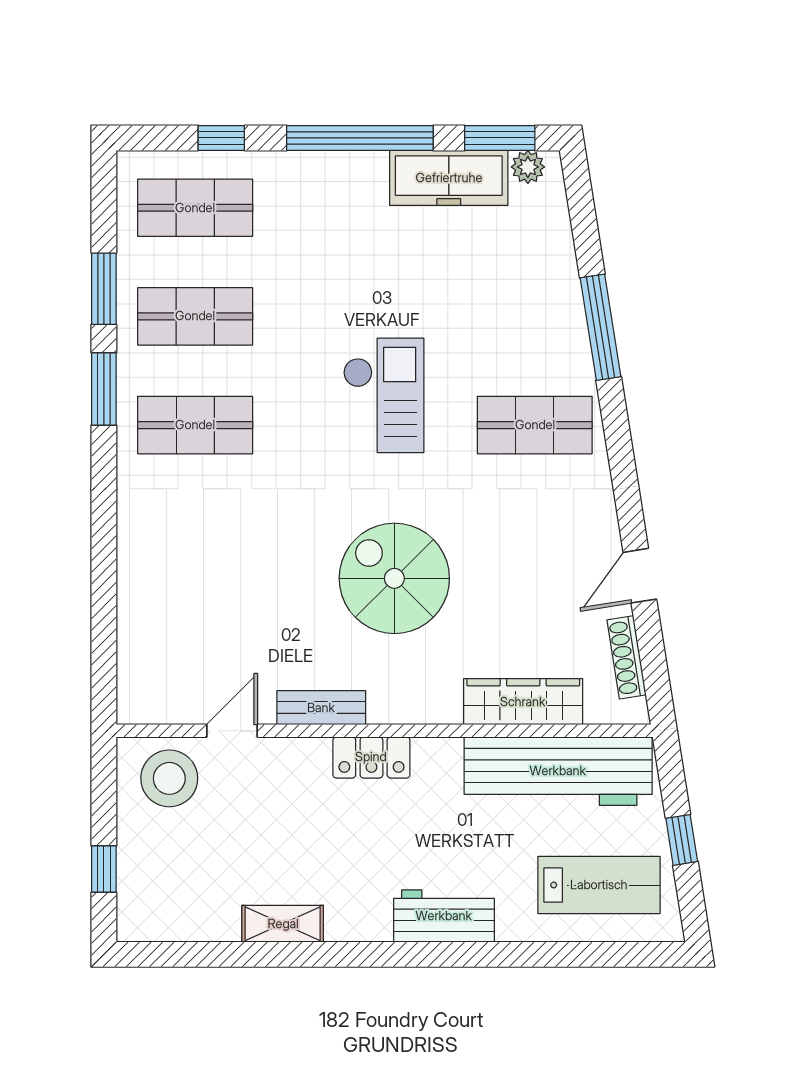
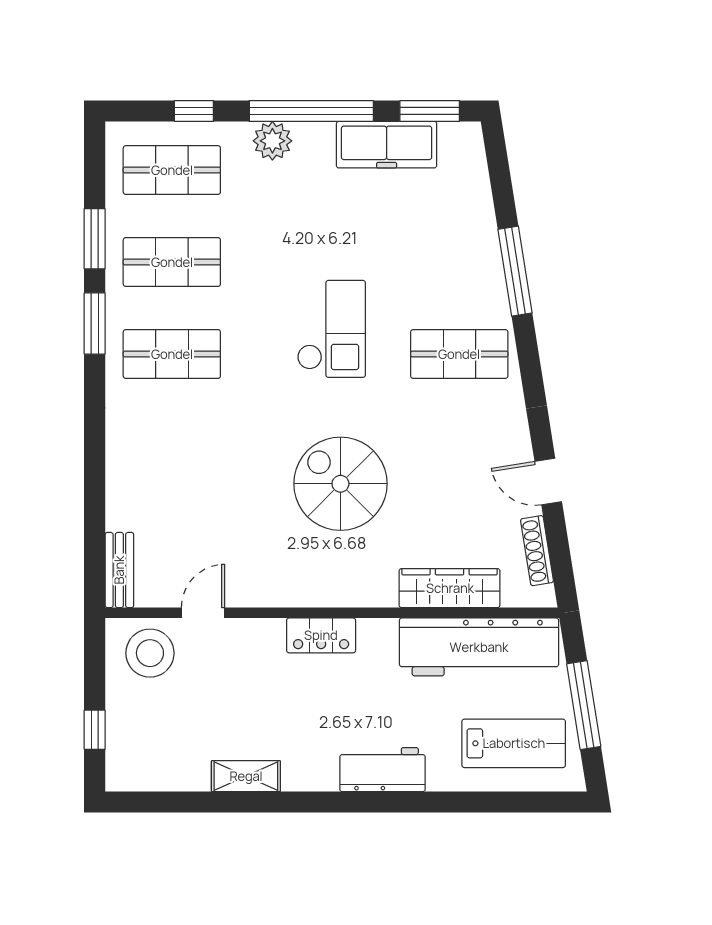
plant: (528, 167) -> (272, 141), moved, width x1.38, depth x1.38
door: (640, 576) -> (548, 481), hinge flipped
bench: (321, 708) -> (119, 570), moved, turned 90
window: (682, 840) -> (584, 705), width x2.17

